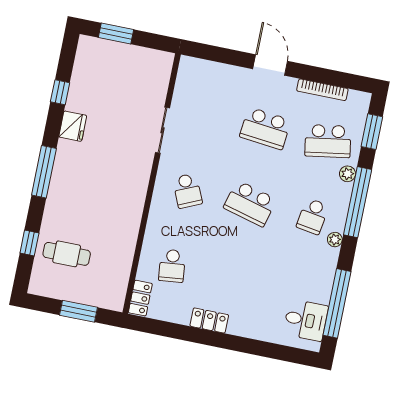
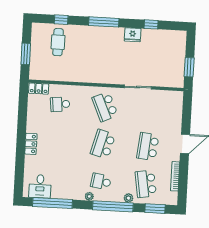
window: (116, 34) -> (189, 67), moved
school desk: (187, 191) -> (105, 107), width x1.85
locker: (209, 320) -> (31, 144), moved

